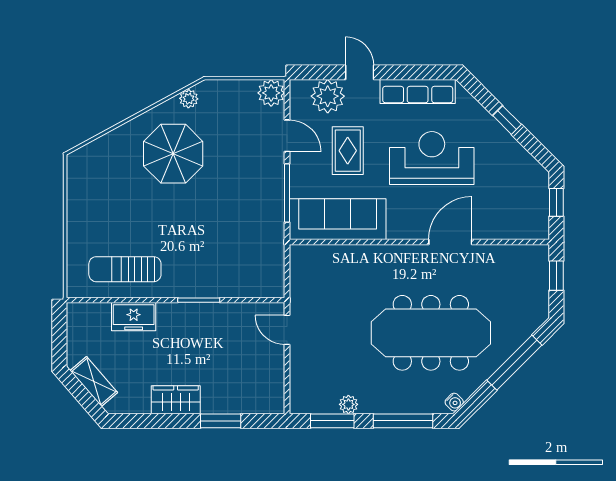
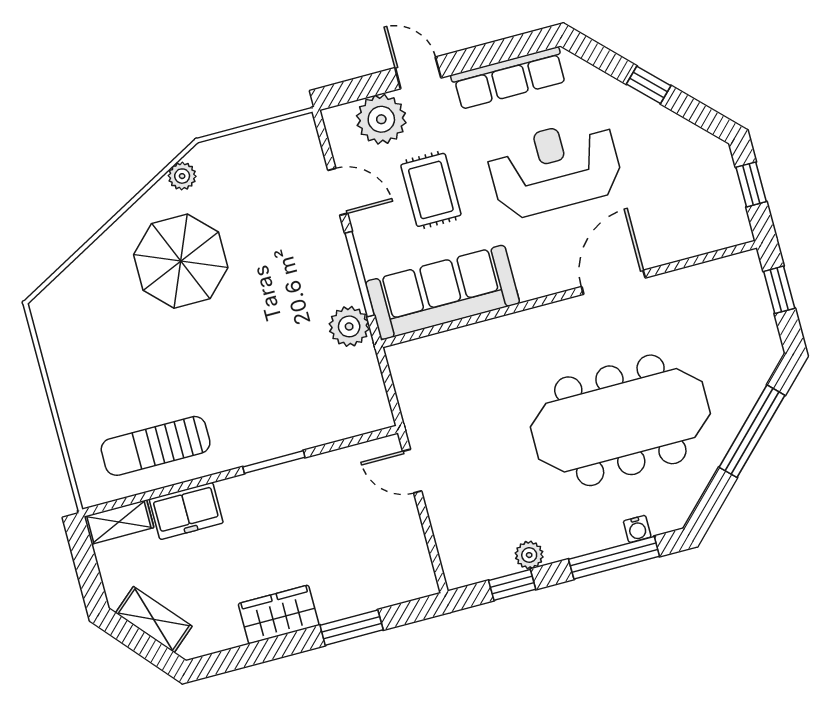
plant: (271, 93) -> (349, 326), moved
shelving: (88, 312) -> (119, 522), added
water cooler: (454, 402) -> (637, 529), moved, turned 45
window: (332, 421) -> (512, 585), width x0.67

